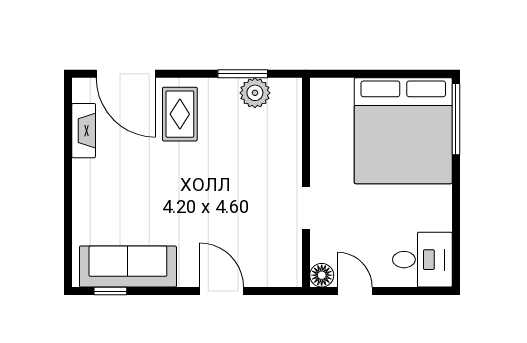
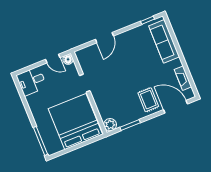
plant: (255, 93) -> (110, 125), moved
bed: (403, 131) -> (75, 122), moved
sofa: (128, 267) -> (164, 41), moved, turned 90
door: (222, 291) -> (104, 38), hinge flipped

